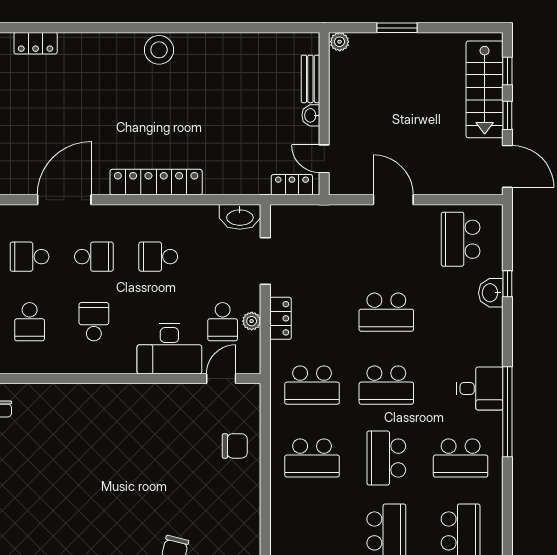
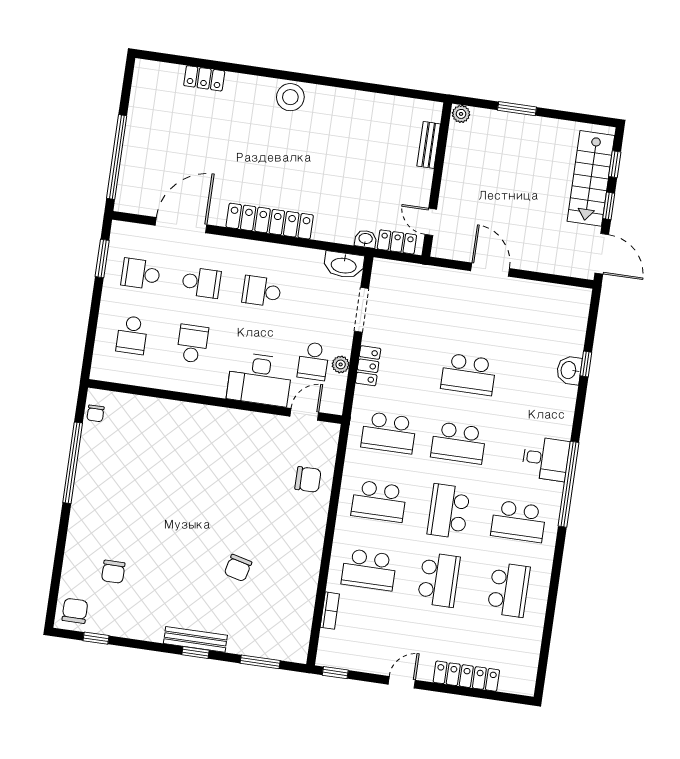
locker: (36, 43) -> (204, 78), moved
washbasin: (311, 115) -> (366, 239), moved, turned 90
school desk: (461, 239) -> (369, 570), moved, turned -90

